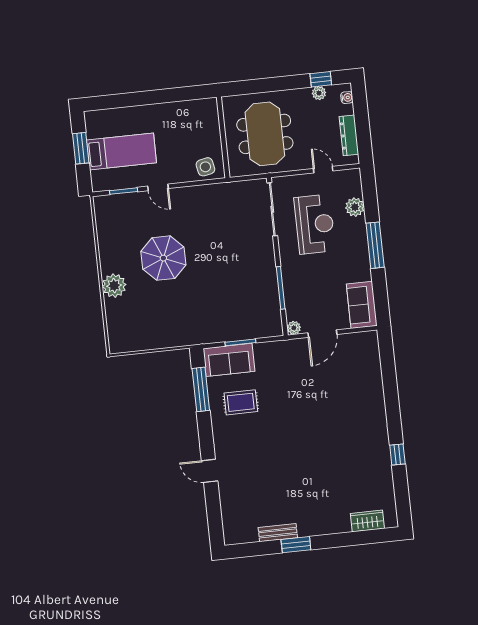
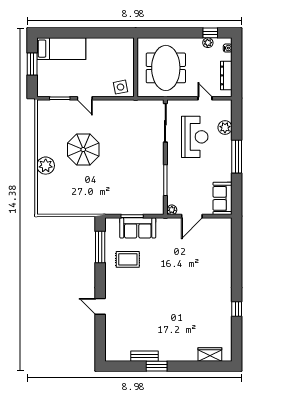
bed: (121, 151) -> (61, 49), moved
sofa: (229, 360) -> (138, 228), moved

